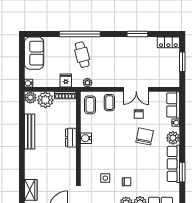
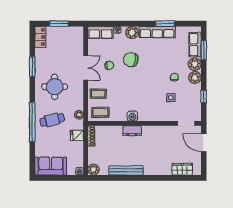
round table: (117, 57) -> (55, 87), added
plant: (45, 100) -> (96, 155), removed

